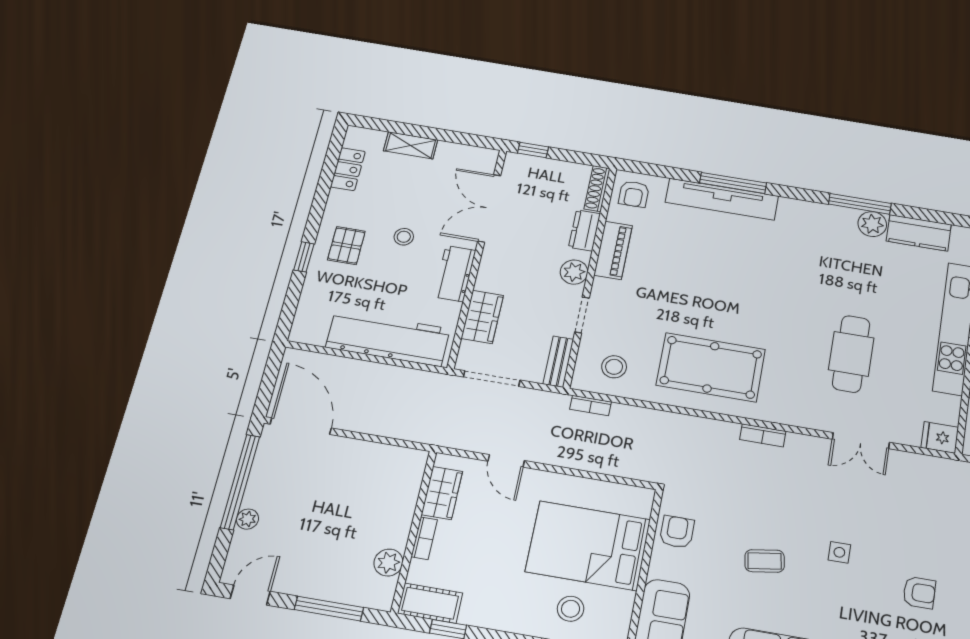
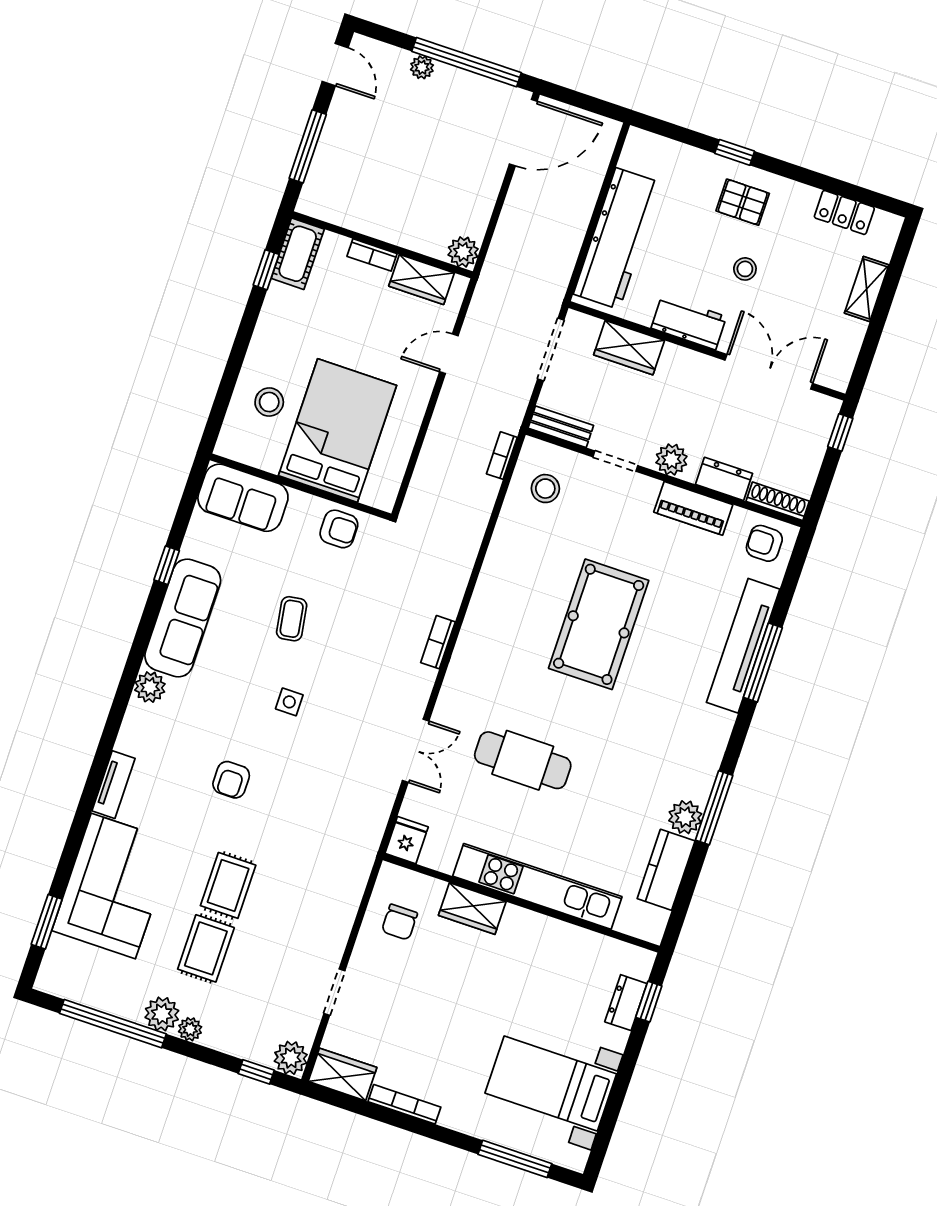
pool table: (711, 367) -> (599, 624), moved
double door: (861, 441) -> (416, 751), swing flipped
plant: (388, 563) -> (463, 252), moved

